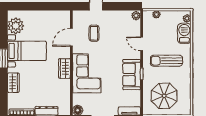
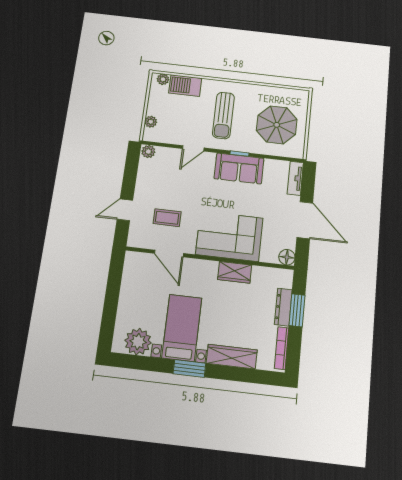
wardrobe: (64, 68) -> (235, 272), moved
wardrobe: (13, 83) -> (232, 357), width x1.50

